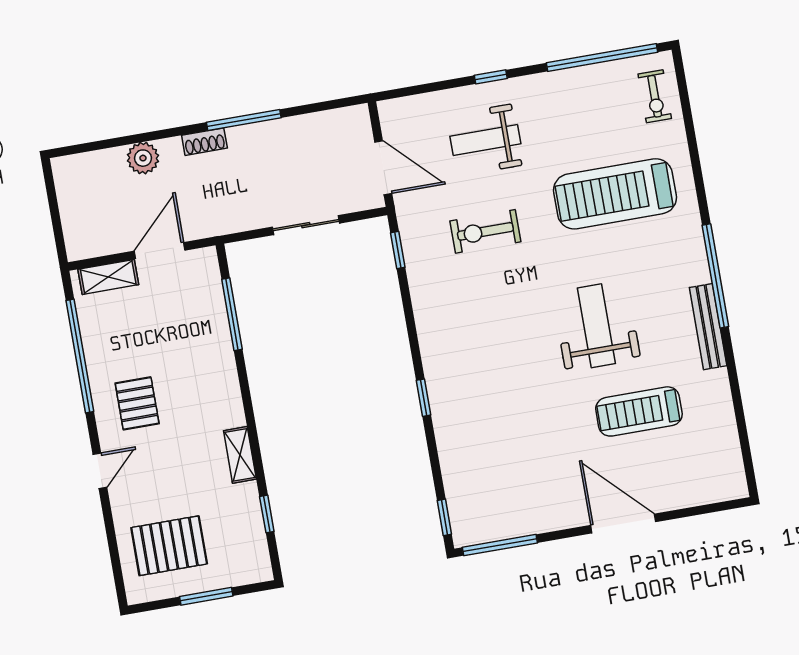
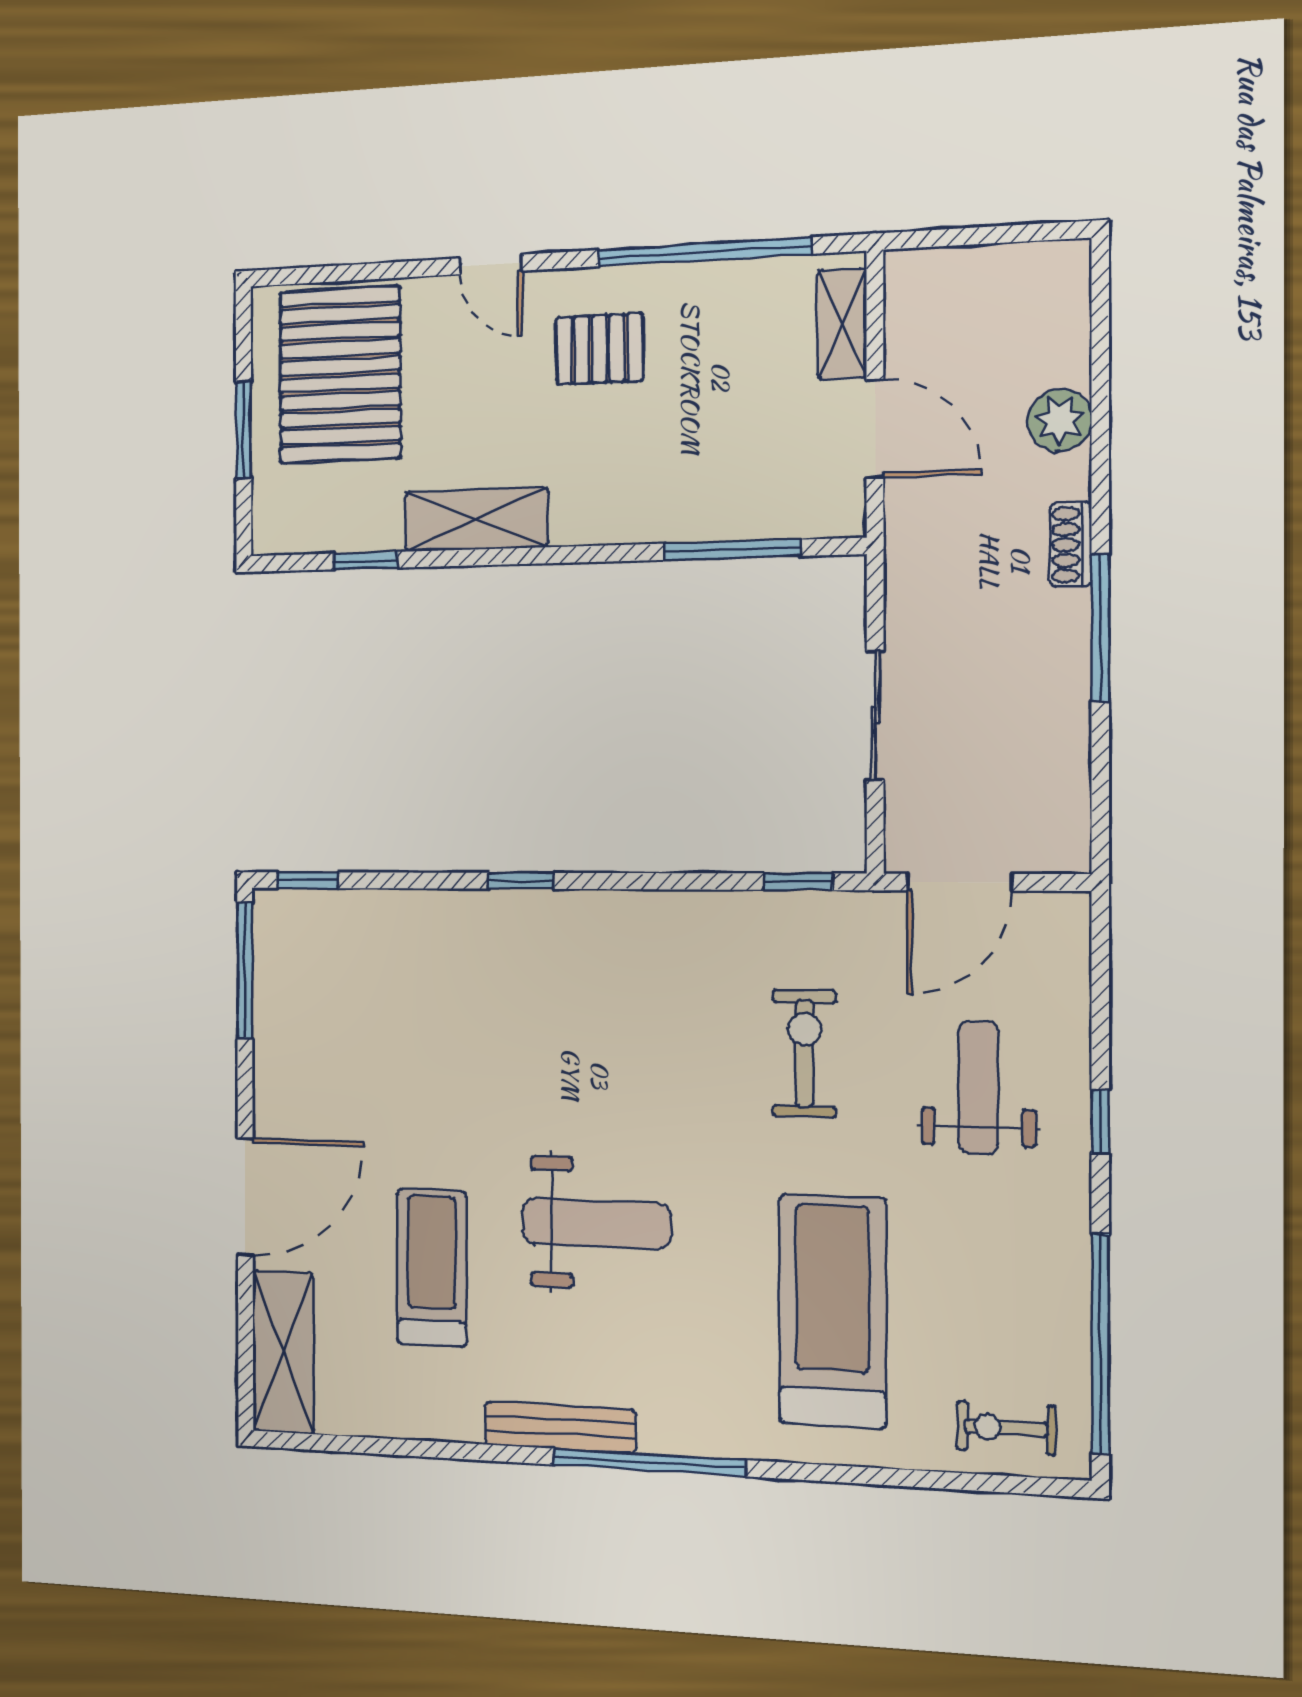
shelving: (240, 455) -> (476, 520), width x1.50, depth x1.33
shelving: (703, 487) -> (283, 1352), added
pallet: (169, 546) -> (340, 375), width x1.37, depth x1.41

